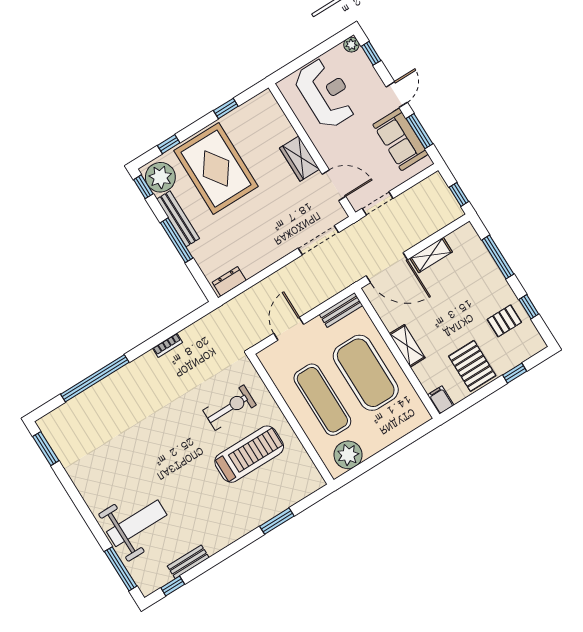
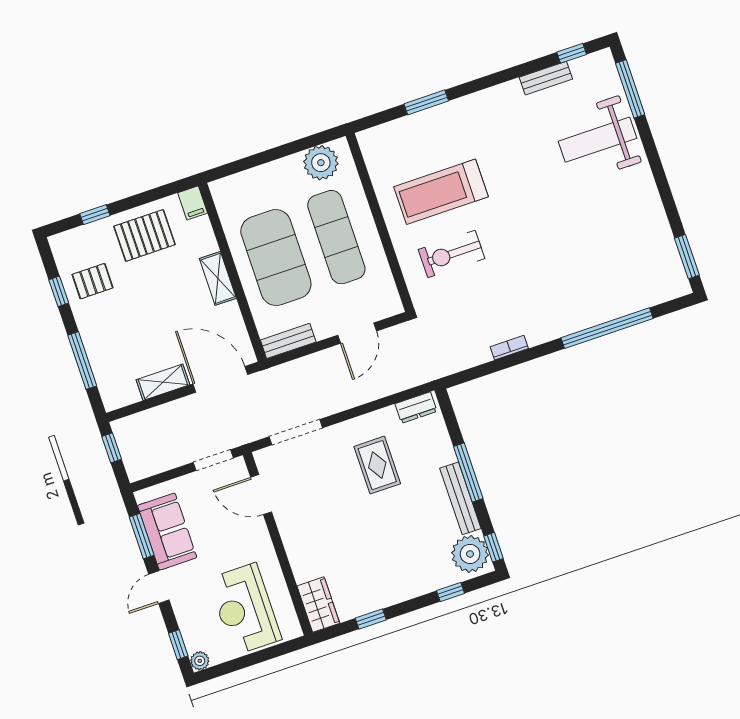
wardrobe: (299, 159) -> (318, 605), moved
rug: (216, 169) -> (377, 465), moved, width x0.54, depth x0.49
pallet: (472, 366) -> (144, 235), turned 90

